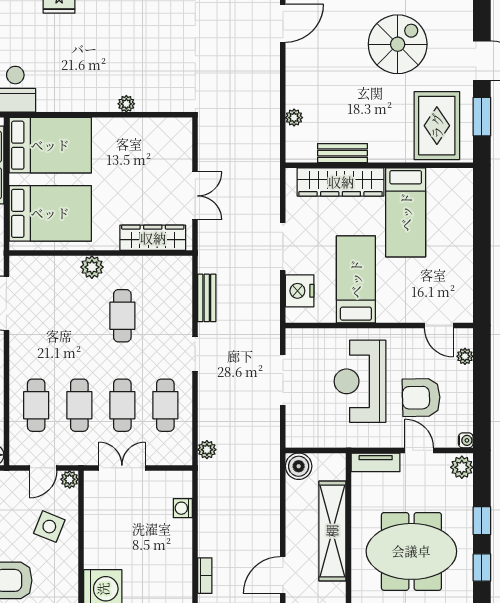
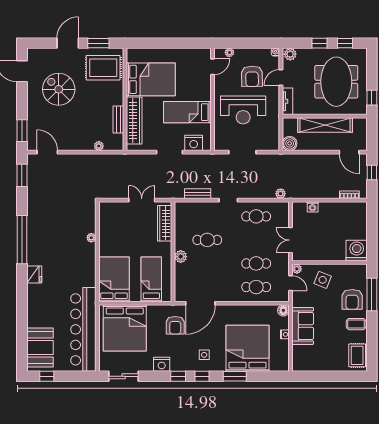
bed: (406, 212) -> (151, 79), width x1.50
bed: (50, 213) -> (151, 279), width x0.67
cafe table: (122, 405) -> (256, 240), removed

